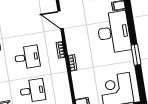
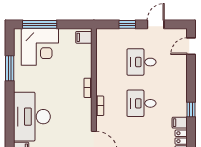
window: (136, 55) -> (10, 68), moved

